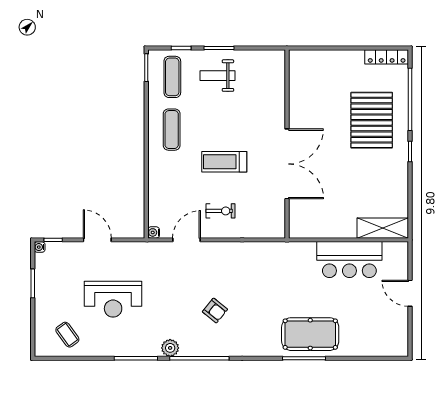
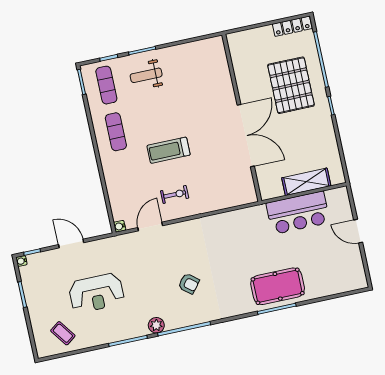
wall: (287, 144) -> (242, 118), moved
double door: (287, 164) -> (246, 136), moved
shelving: (383, 228) -> (306, 182), moved

